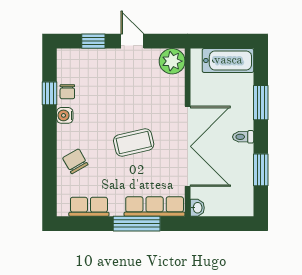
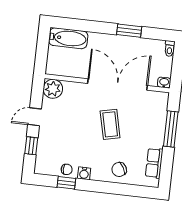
bathtub: (228, 60) -> (68, 38), moved, turned 90
window: (261, 103) -> (91, 26), removed
toilet: (243, 137) -> (170, 49), moved
window: (261, 170) -> (129, 31), moved
row of seats: (155, 206) -> (160, 114), removed

